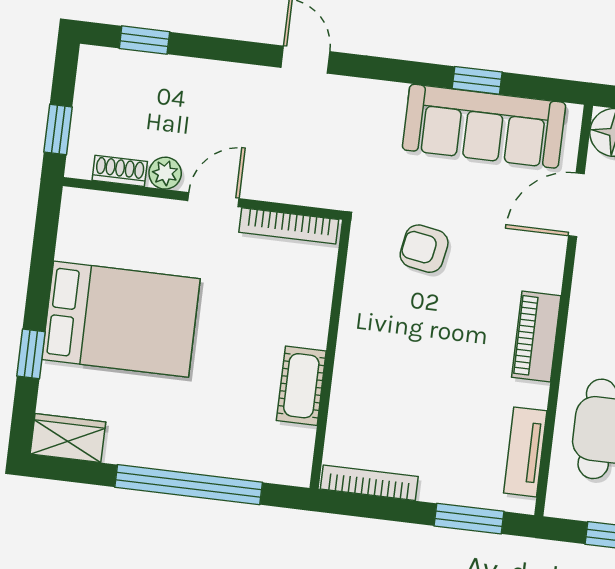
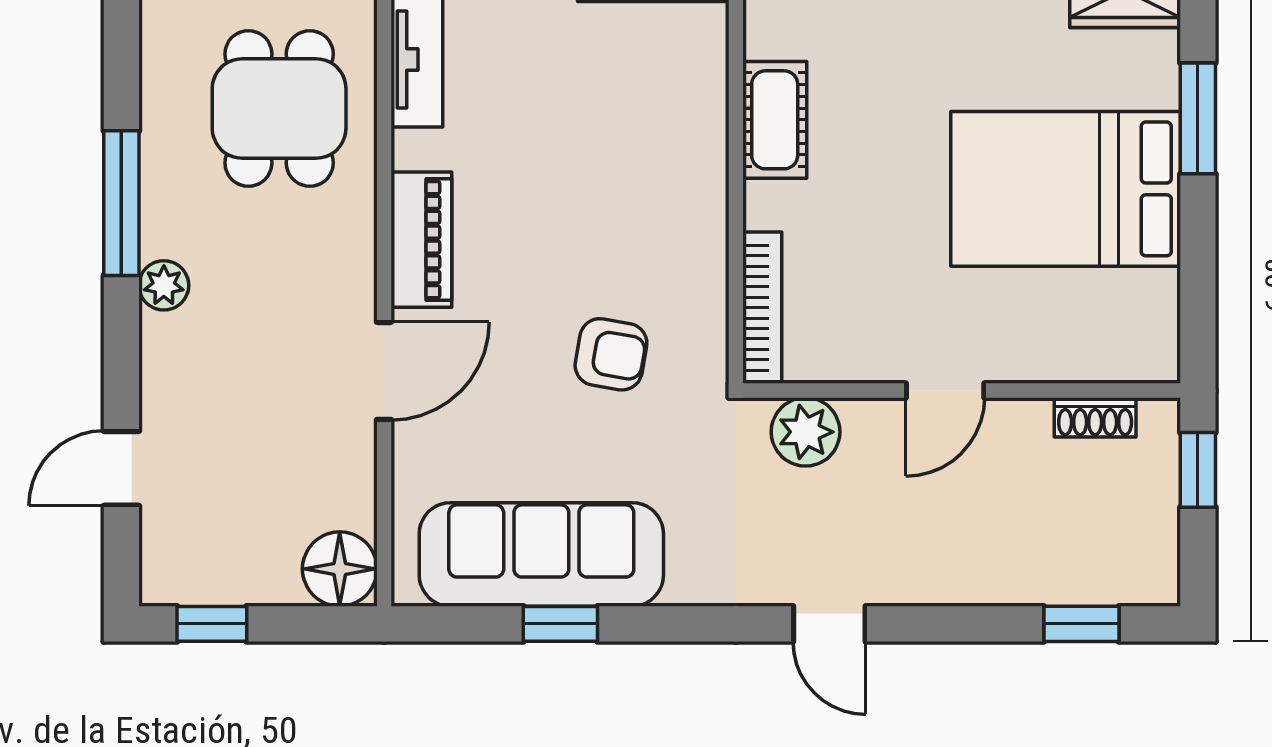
plant: (165, 173) -> (806, 432), moved, width x1.38, depth x1.38
door: (576, 205) -> (384, 371), moved
bookcase: (289, 226) -> (762, 308), moved, turned 90
window: (31, 354) -> (1198, 118), width x1.50

